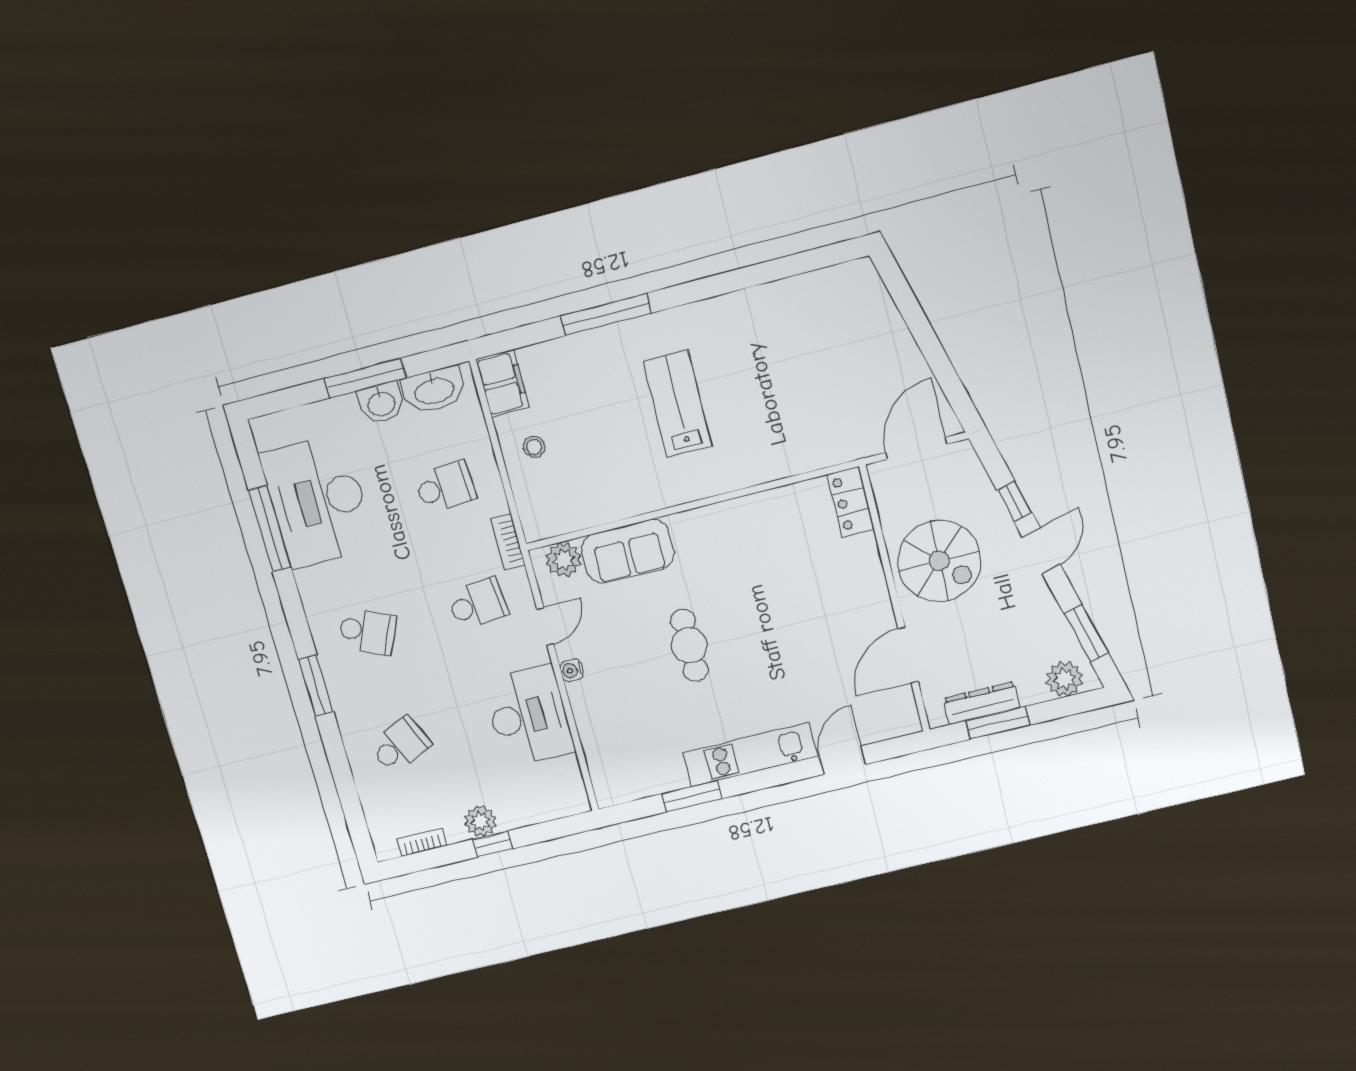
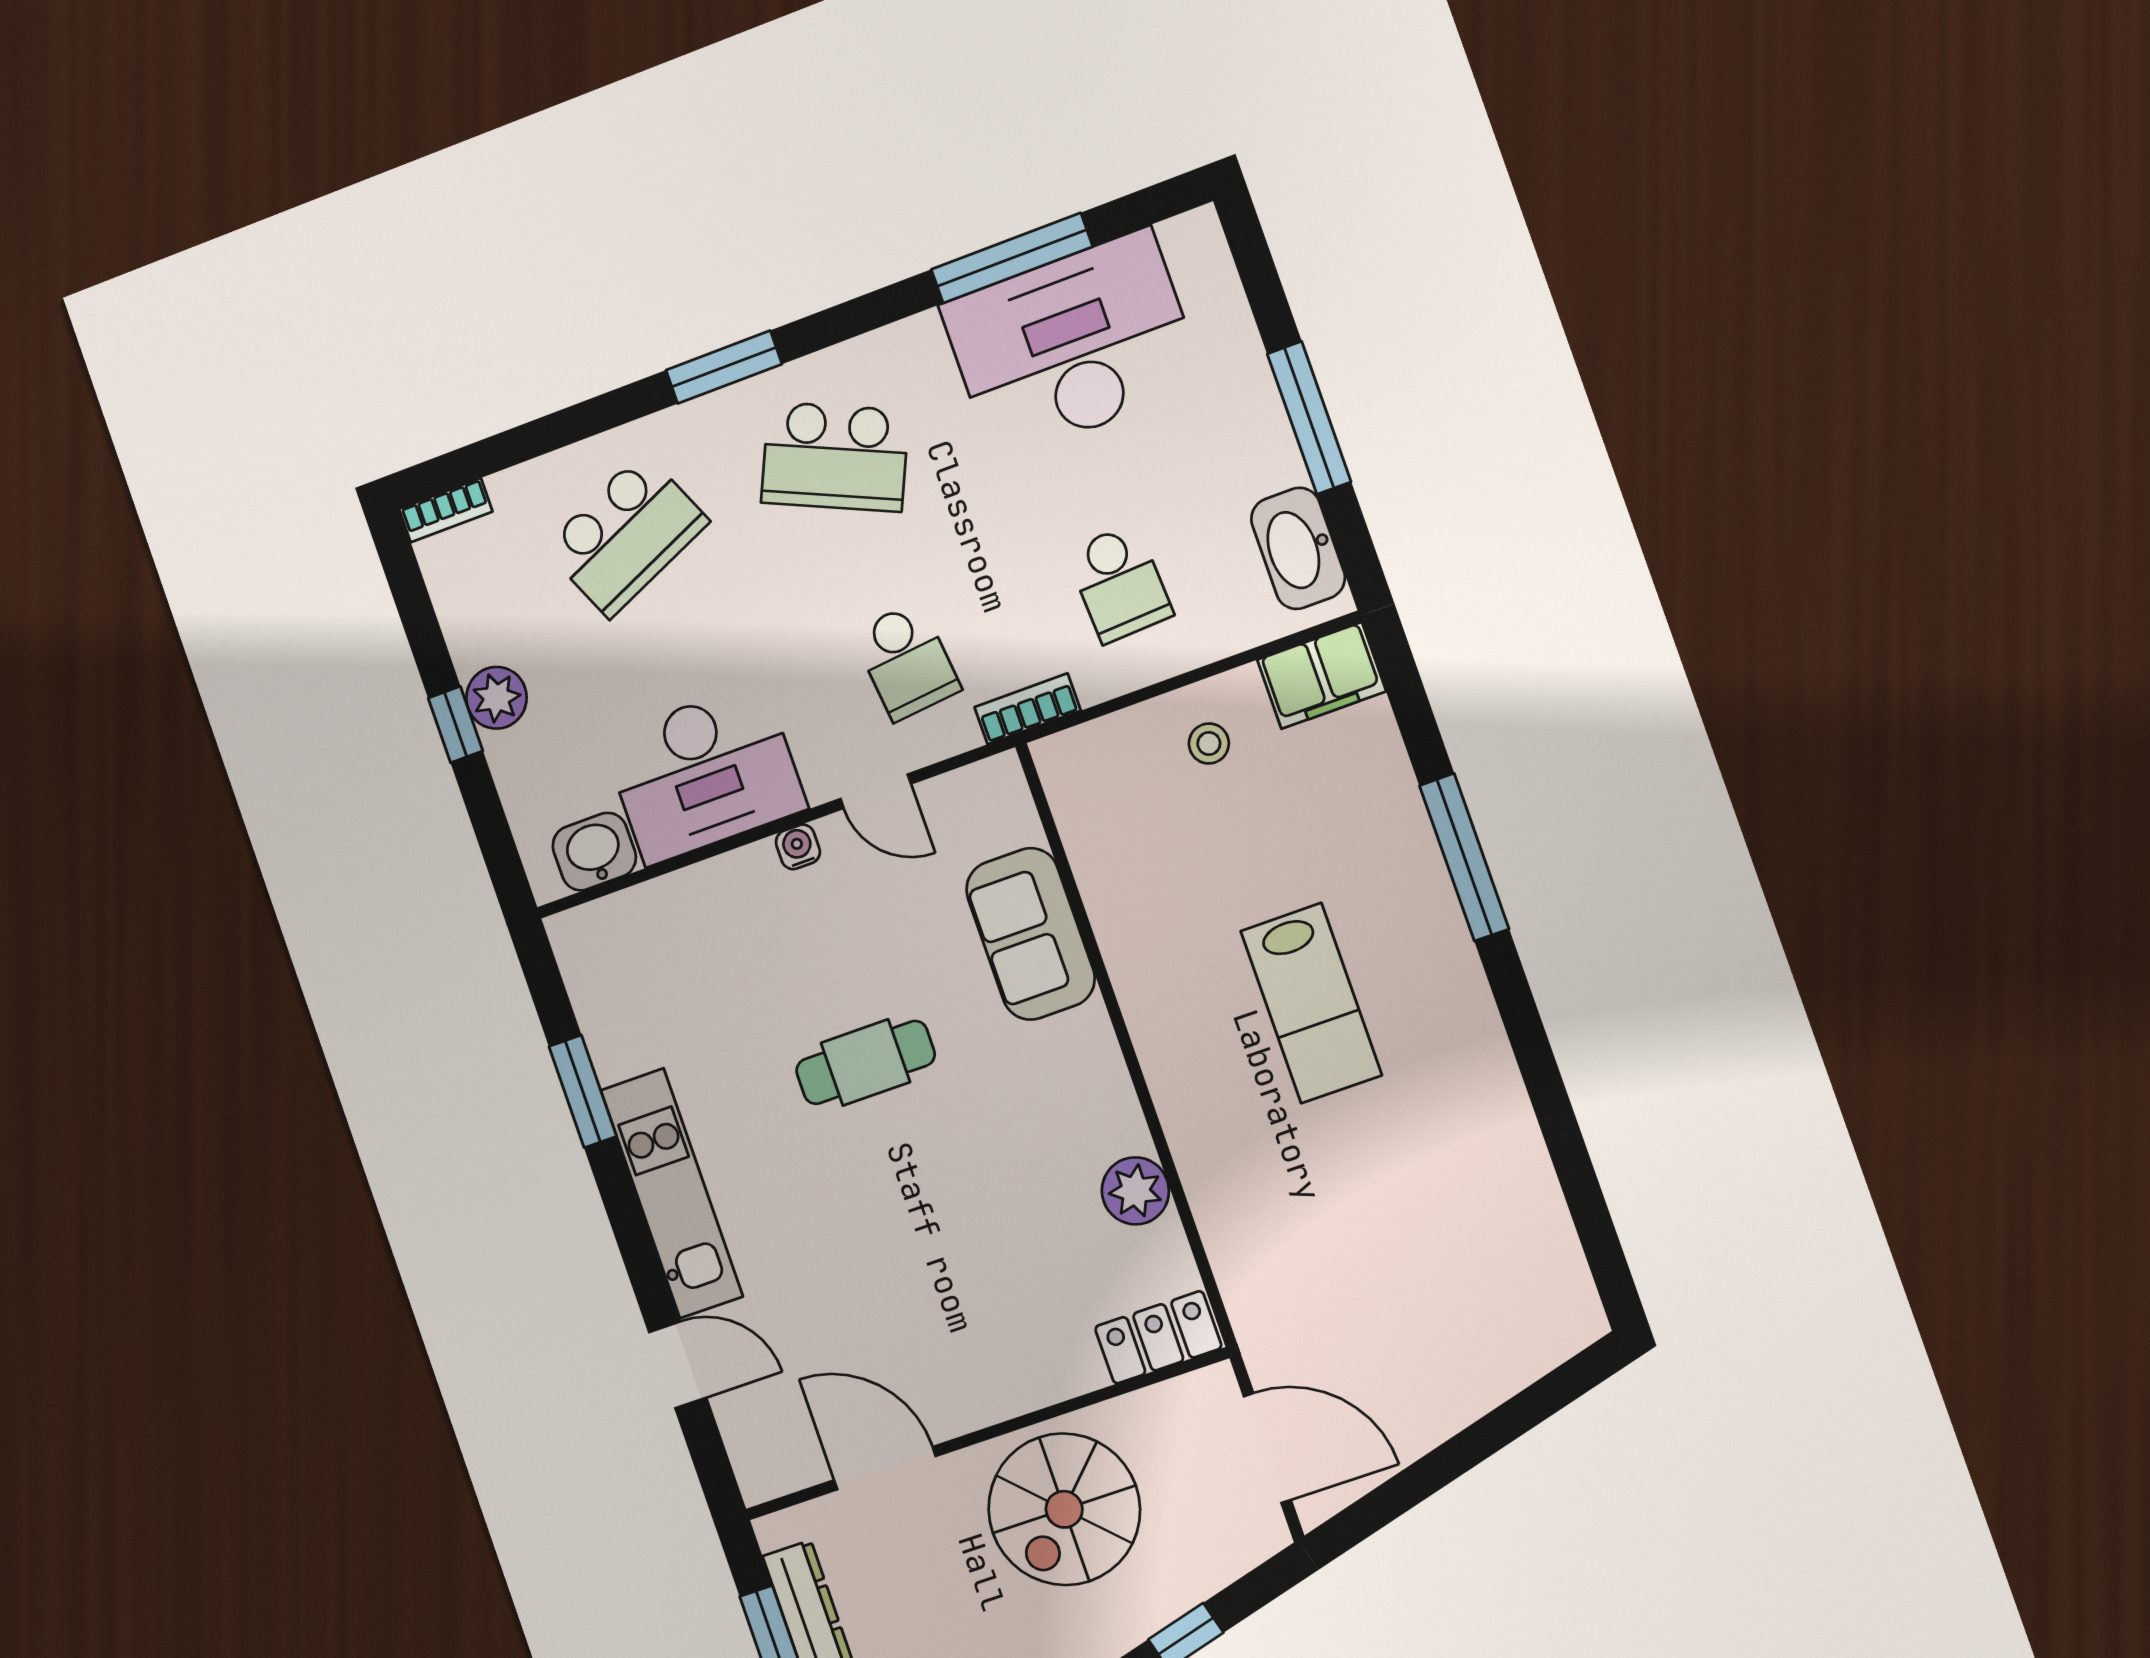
washbasin: (381, 403) -> (594, 852), moved, turned 90
lab bench: (677, 404) -> (1311, 1003), turned 90
plant: (564, 560) -> (1135, 1191), moved
school desk: (367, 632) -> (835, 457), width x1.85
school desk: (400, 745) -> (626, 535), width x1.85
bookcase: (422, 842) -> (446, 510), moved, turned 90

